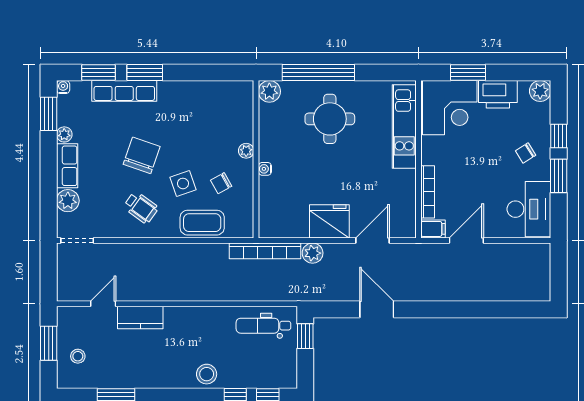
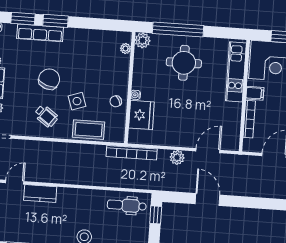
plant: (246, 151) -> (125, 49), moved
chair: (221, 183) -> (116, 101), moved
fridge: (329, 221) -> (141, 115), moved, turned 90
filing cabinet: (433, 229) -> (255, 93), moved
plant: (313, 253) -> (177, 157), moved

